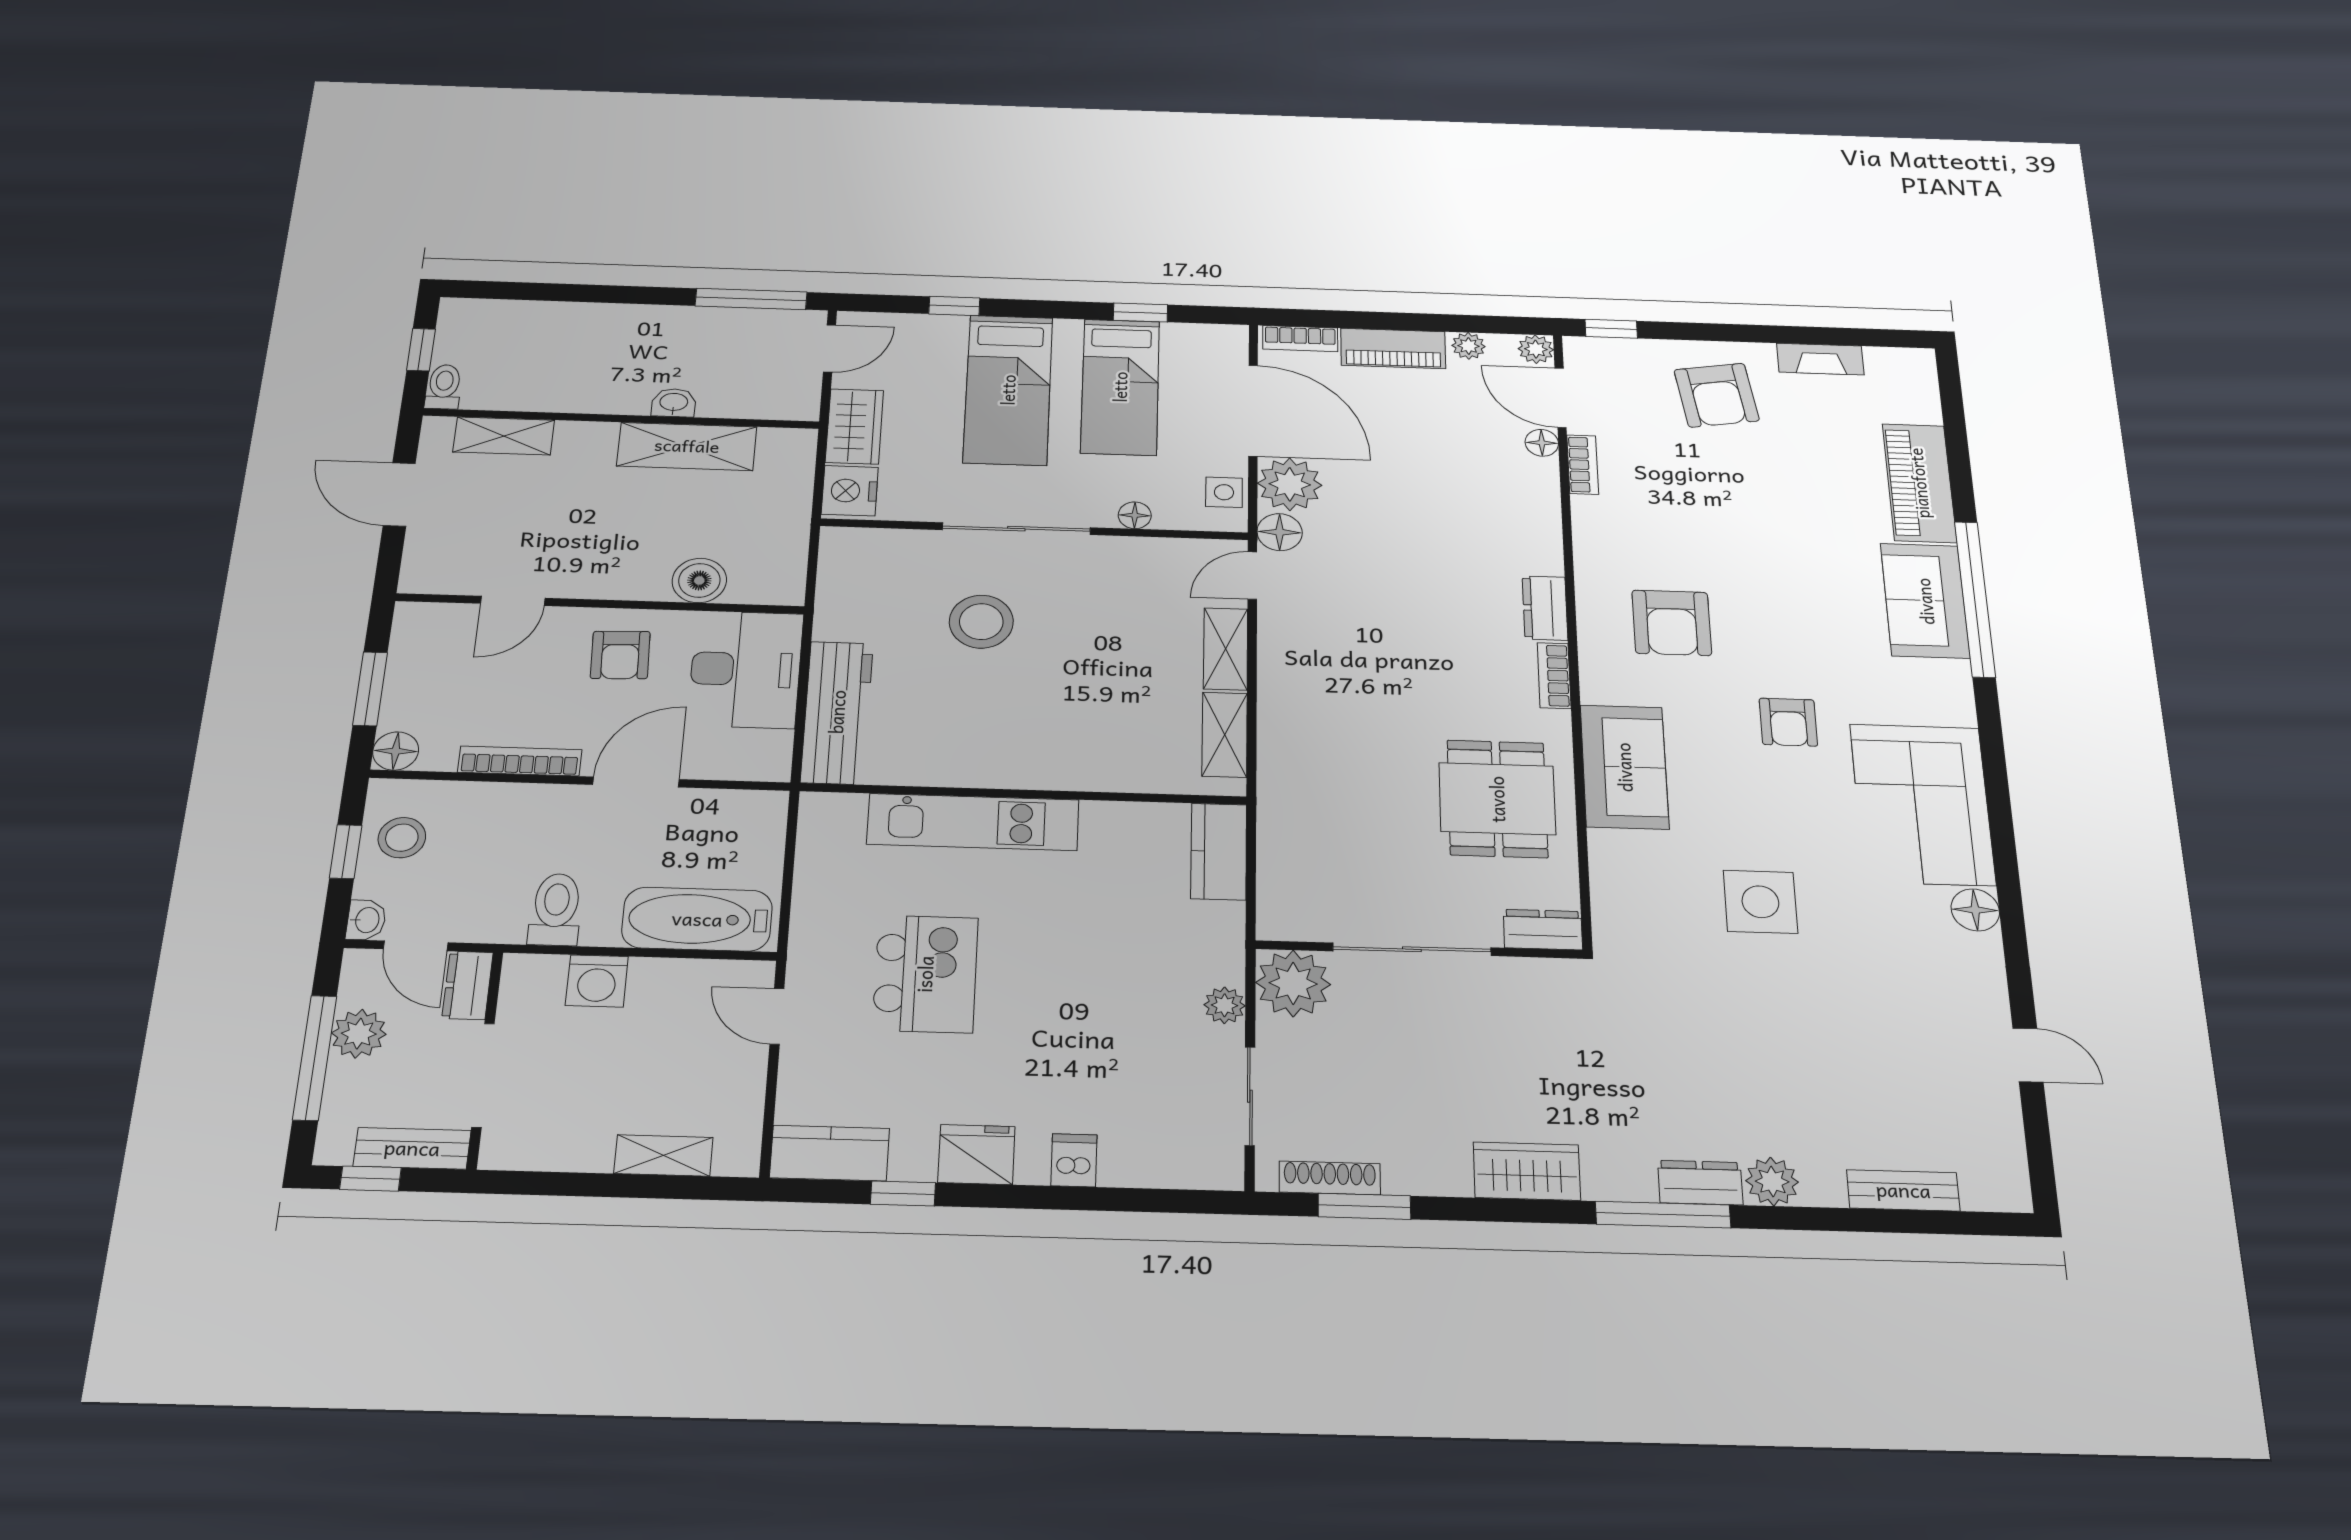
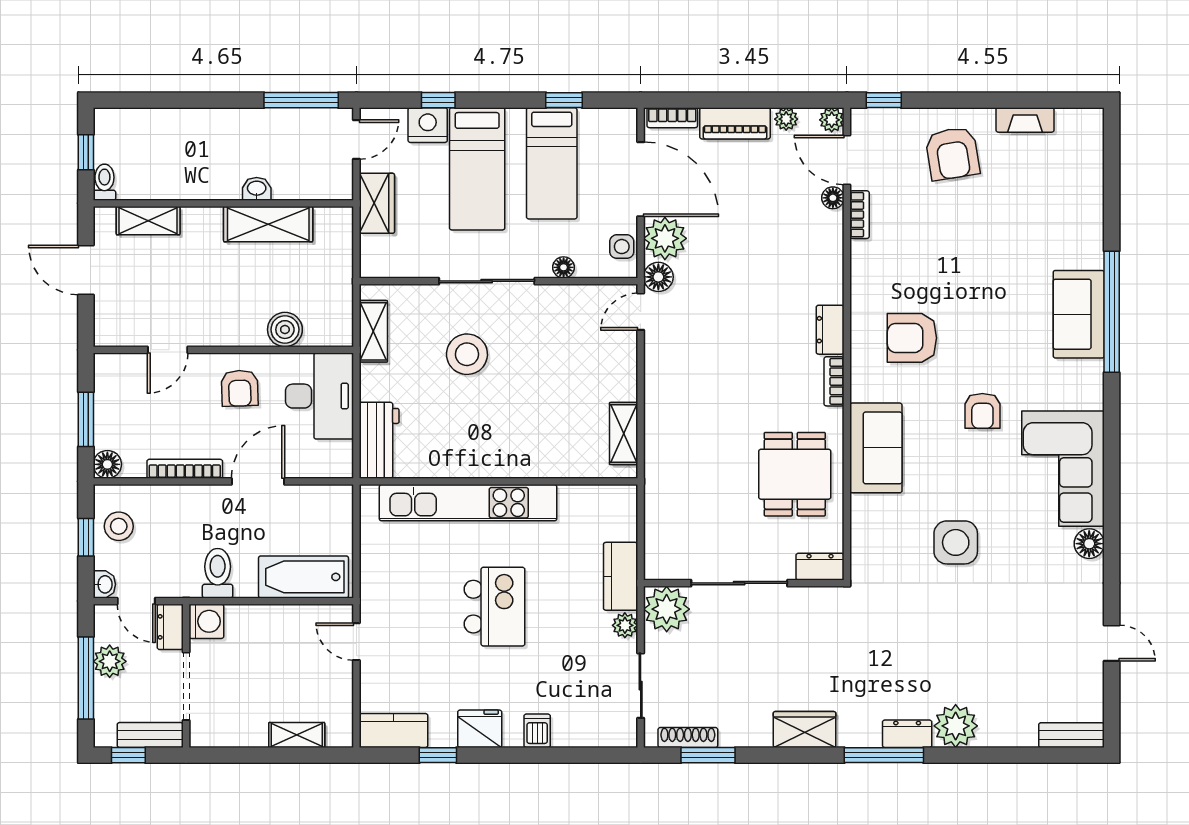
piano: (1919, 483) -> (1083, 220), removed
nightstand: (850, 491) -> (428, 125), moved, turned 90
armchair: (1672, 623) -> (912, 338), turned 90
shelving: (1226, 649) -> (373, 331), moved
workbench: (837, 712) -> (379, 440), width x0.73
kitchen unit: (973, 822) -> (468, 503), width x1.36
kitchen counter: (1219, 851) -> (621, 576), moved
kitchen island: (925, 974) -> (494, 607), moved
washing machine: (597, 981) -> (206, 621), moved, turned -90
plant: (1772, 1181) -> (956, 726), width x1.36, depth x1.36
bench: (1903, 1190) -> (1071, 735), moved

